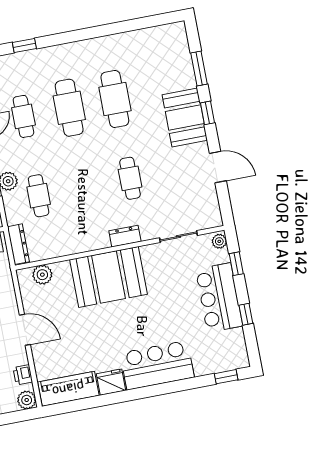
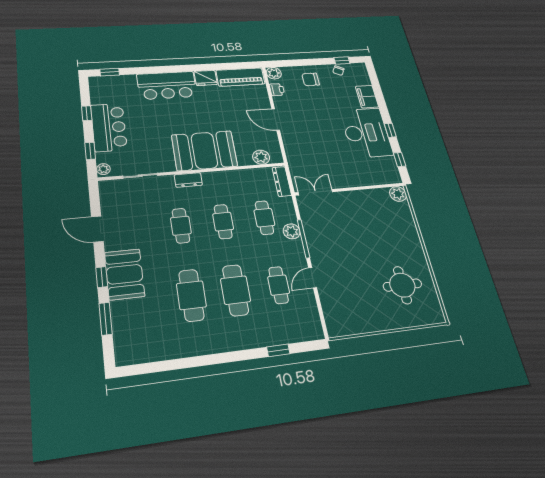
cafe table: (84, 187) -> (223, 222), added

